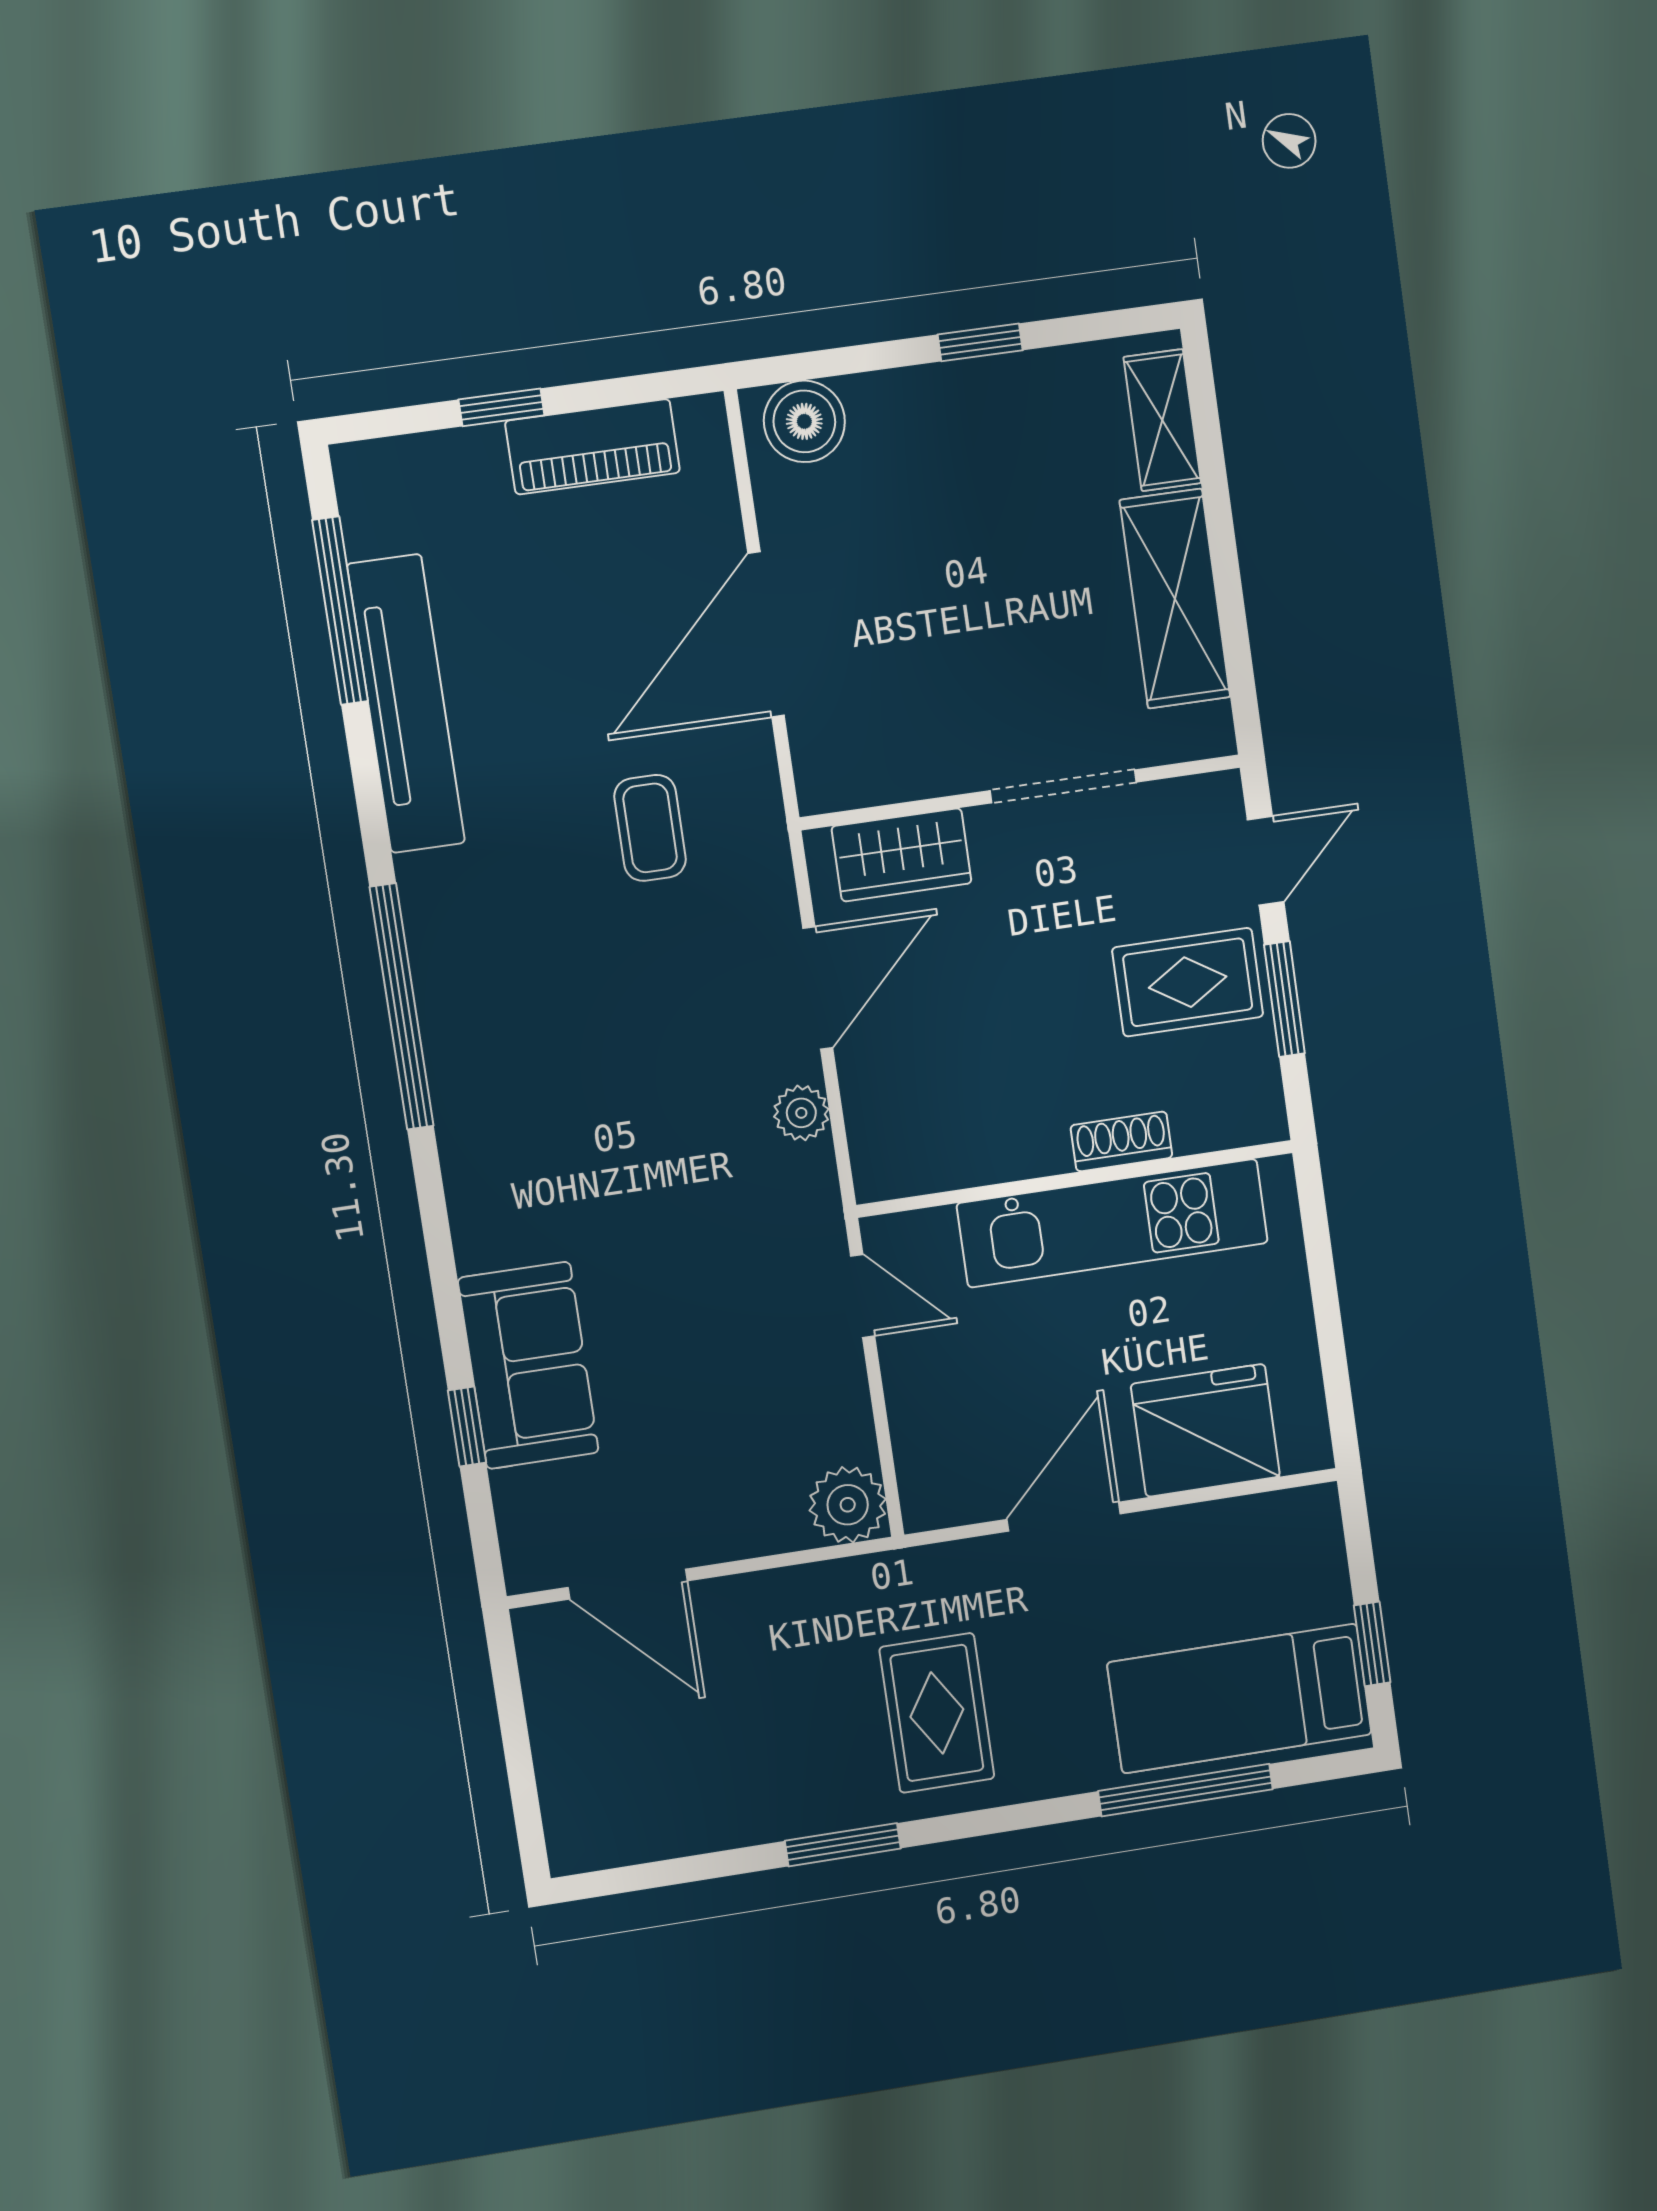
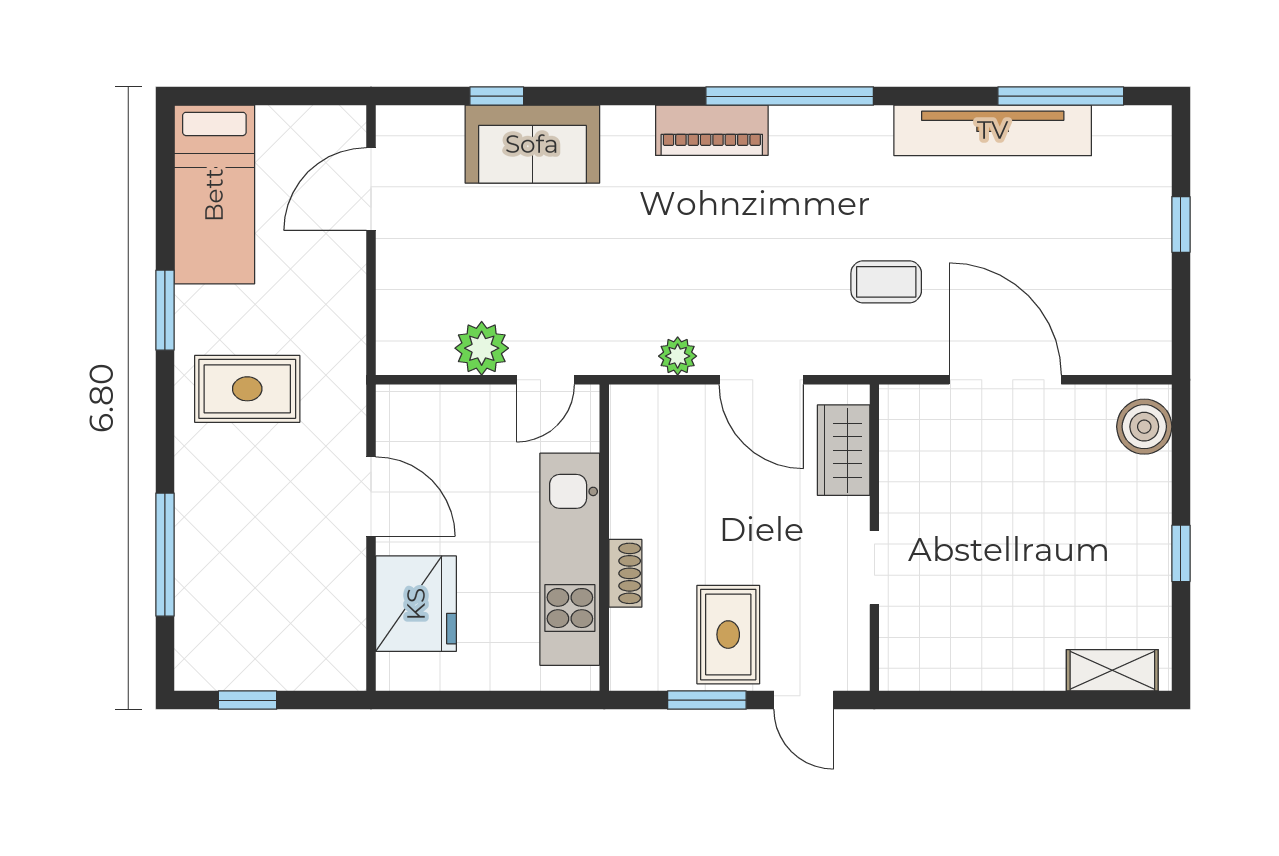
piano: (593, 447) -> (712, 130), moved, turned -90
shelving: (1175, 599) -> (991, 662), removed
doorway: (1063, 786) -> (874, 568), width x0.73
plant: (848, 1505) -> (482, 348), moved
bed: (1240, 1698) -> (214, 195), moved, turned 180

